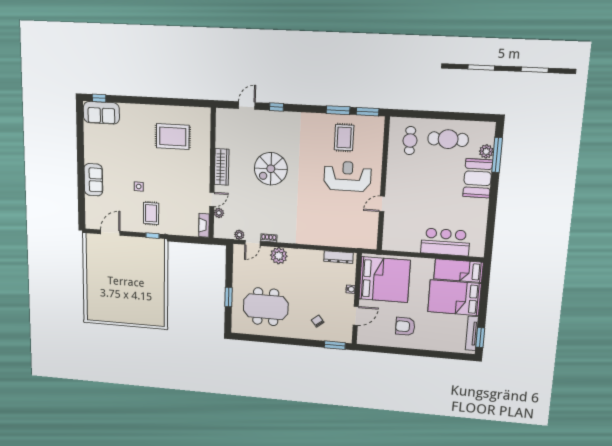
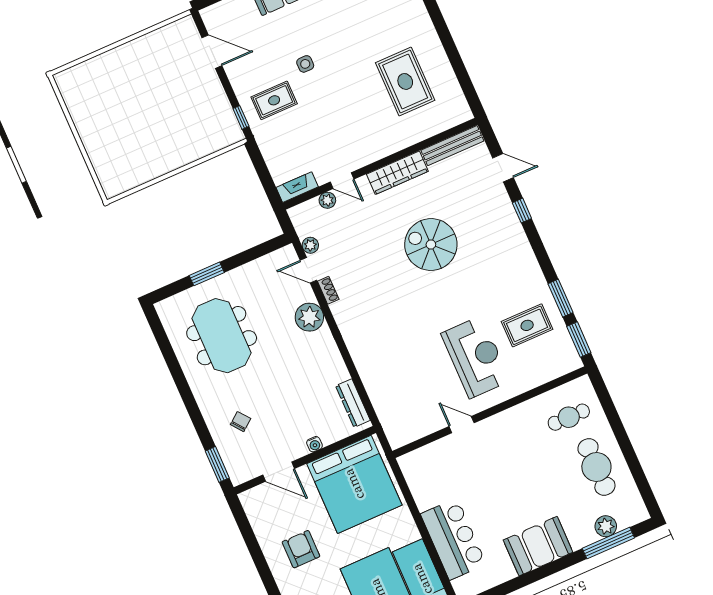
bench: (221, 128) -> (452, 146), added
booth: (478, 178) -> (538, 546), moved

